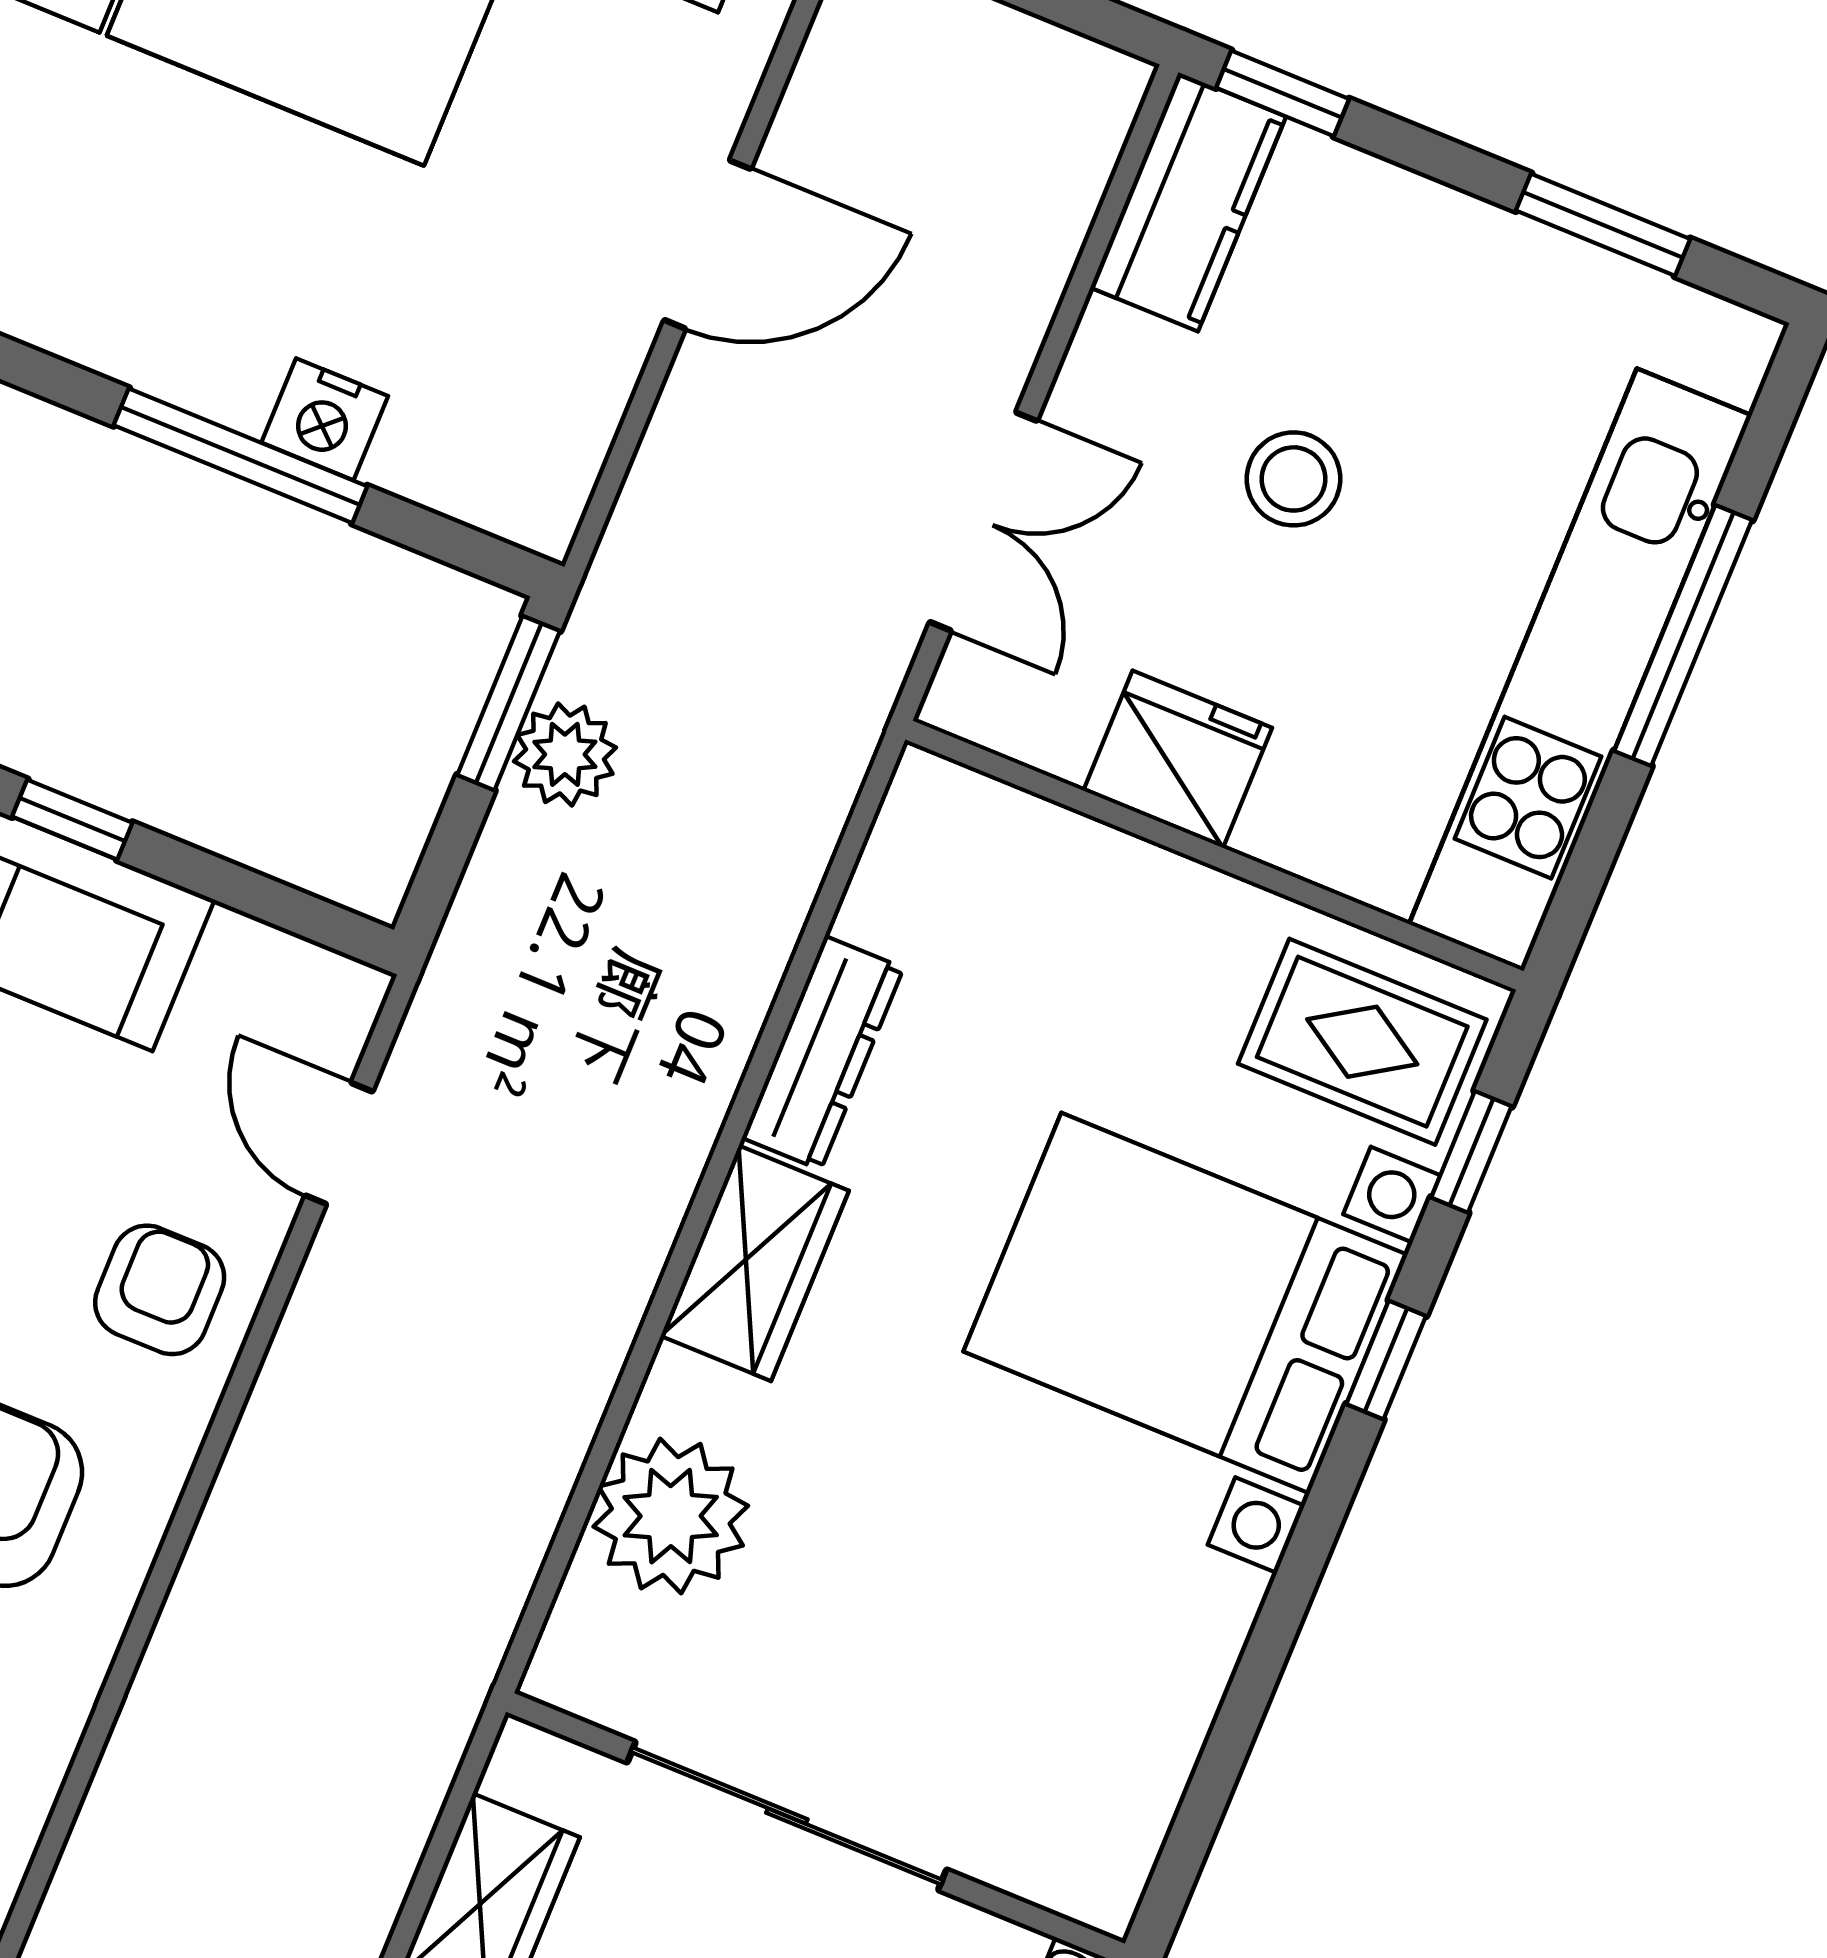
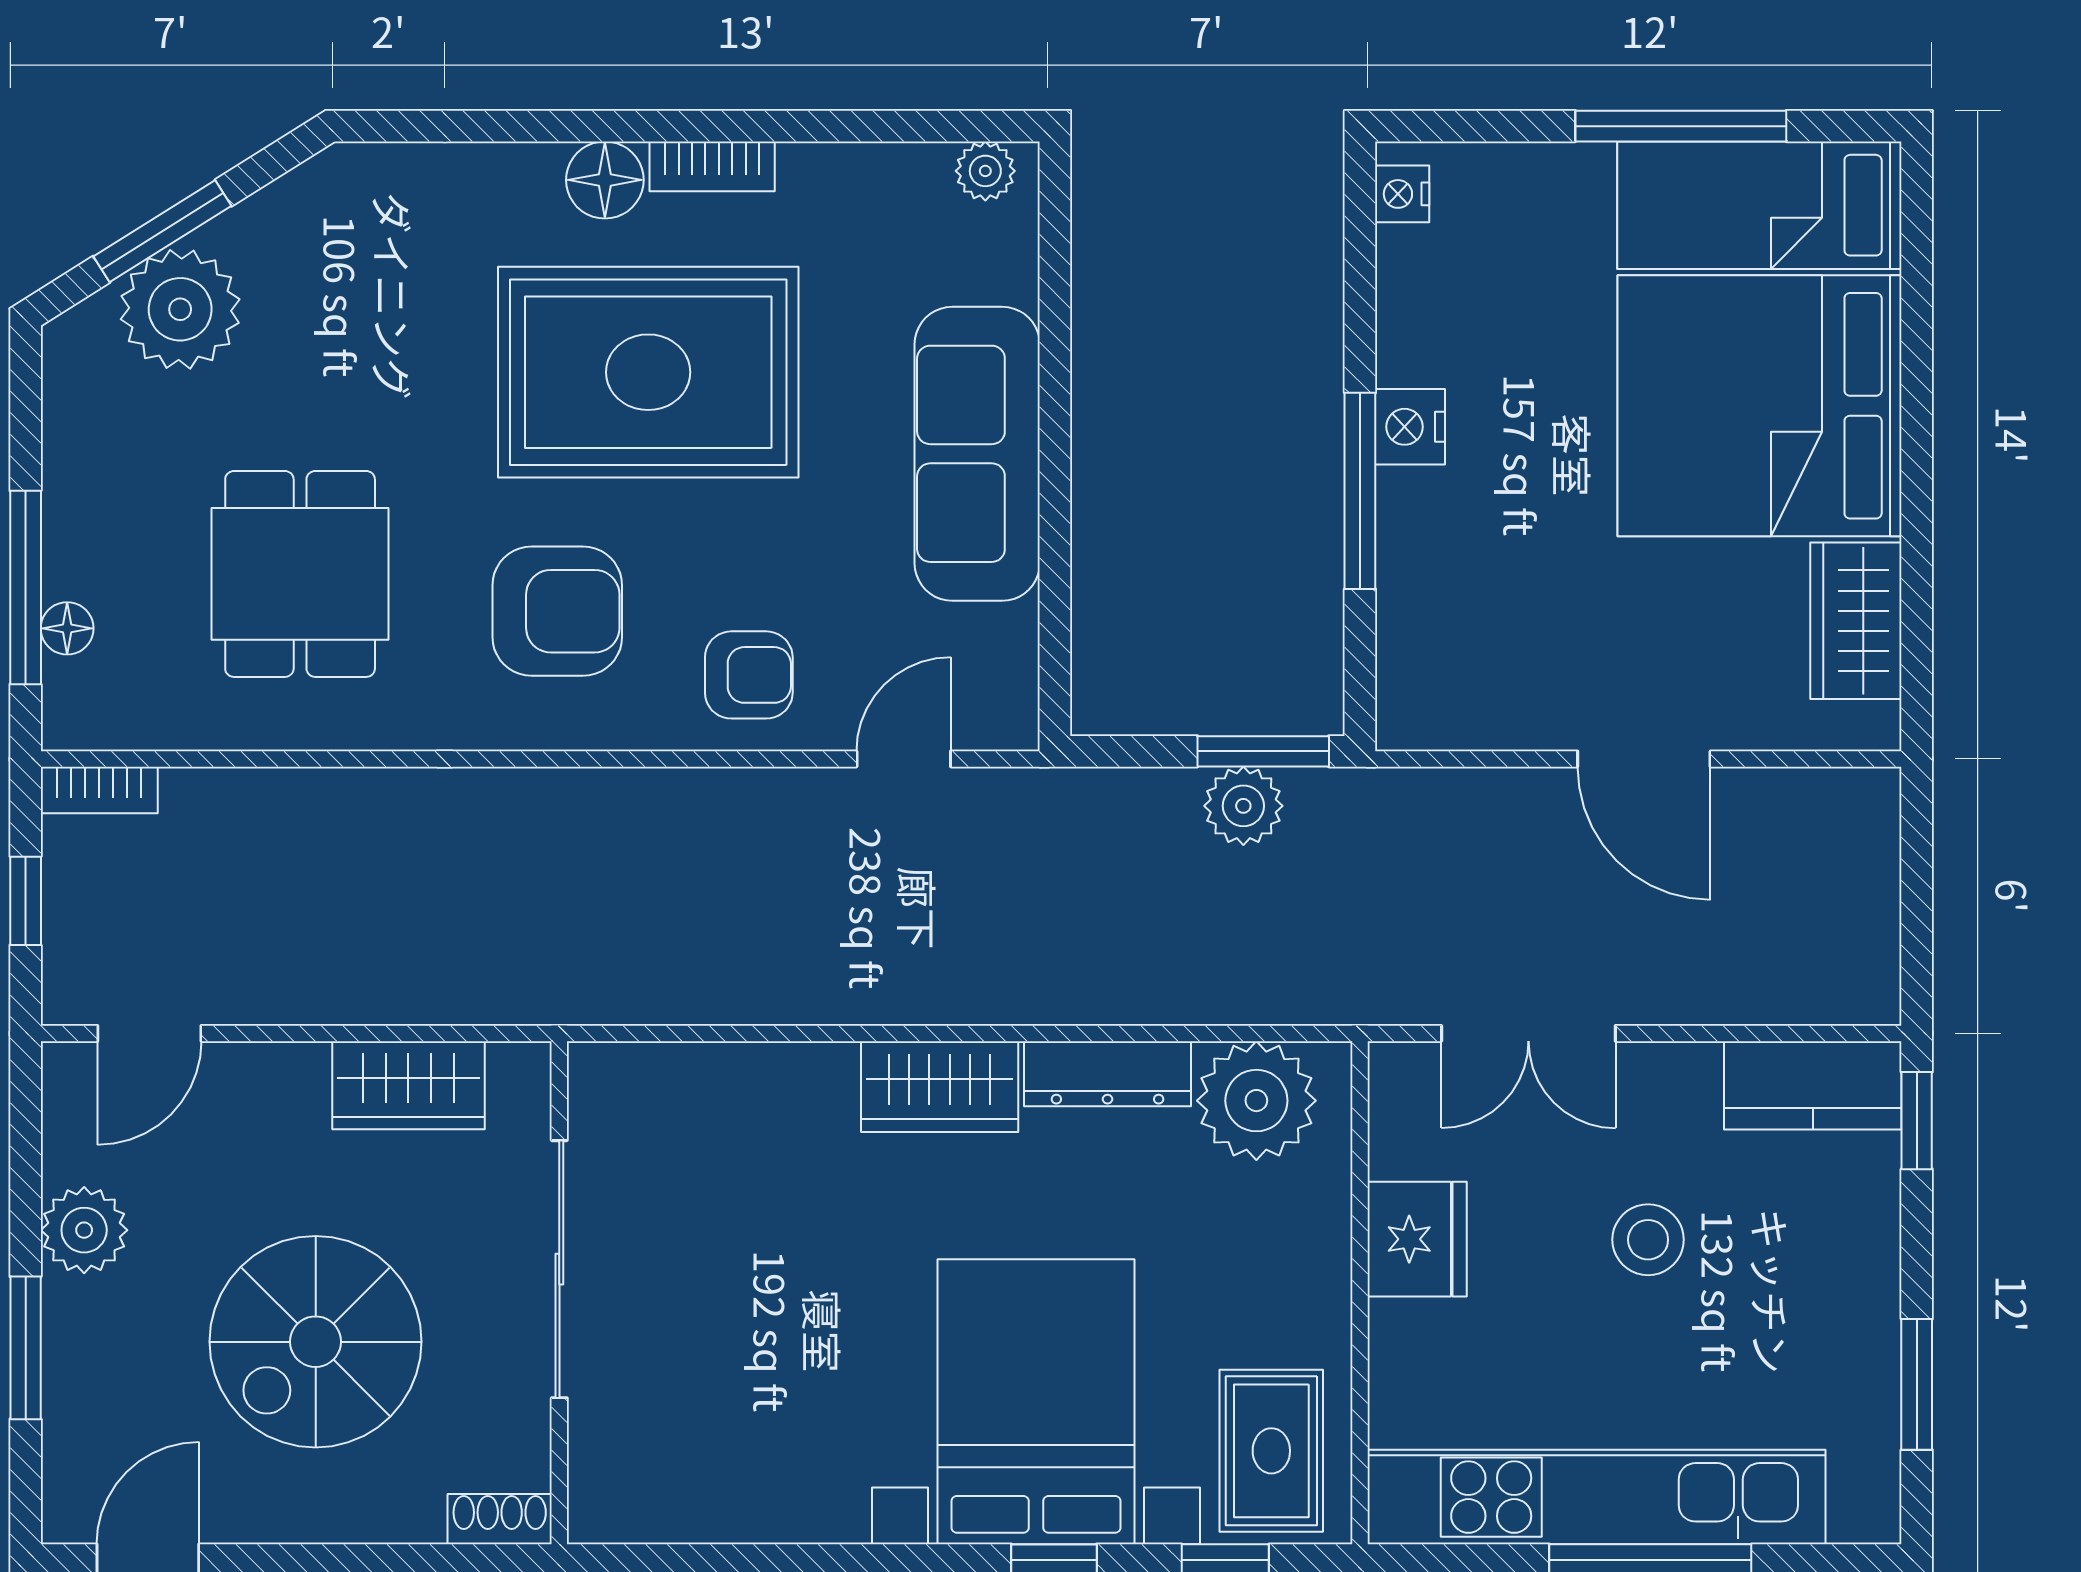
nightstand: (325, 419) -> (1410, 427), moved
window: (72, 820) -> (1055, 478), removed
plant: (671, 1516) -> (1256, 1101), moved

